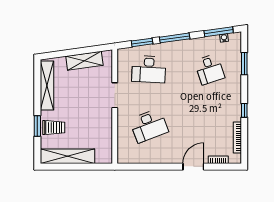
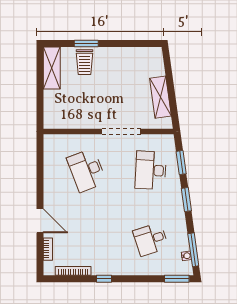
window: (175, 38) -> (186, 200), width x0.69
window: (244, 64) -> (177, 279), moved
shelving: (47, 86) -> (132, 54), removed
doorway: (115, 95) -> (121, 131), width x1.36
shelving: (68, 156) -> (52, 68), width x0.68

